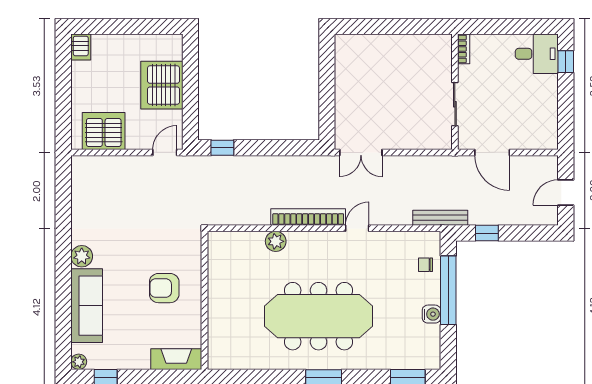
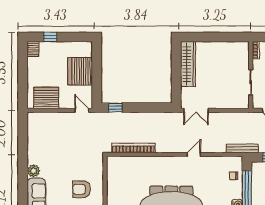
window: (111, 26) -> (50, 37), added
wardrobe: (347, 73) -> (188, 64), added
door: (165, 152) -> (82, 110), hinge flipped
bookcase: (308, 217) -> (133, 148), moved
plant: (276, 241) -> (146, 162), removed

